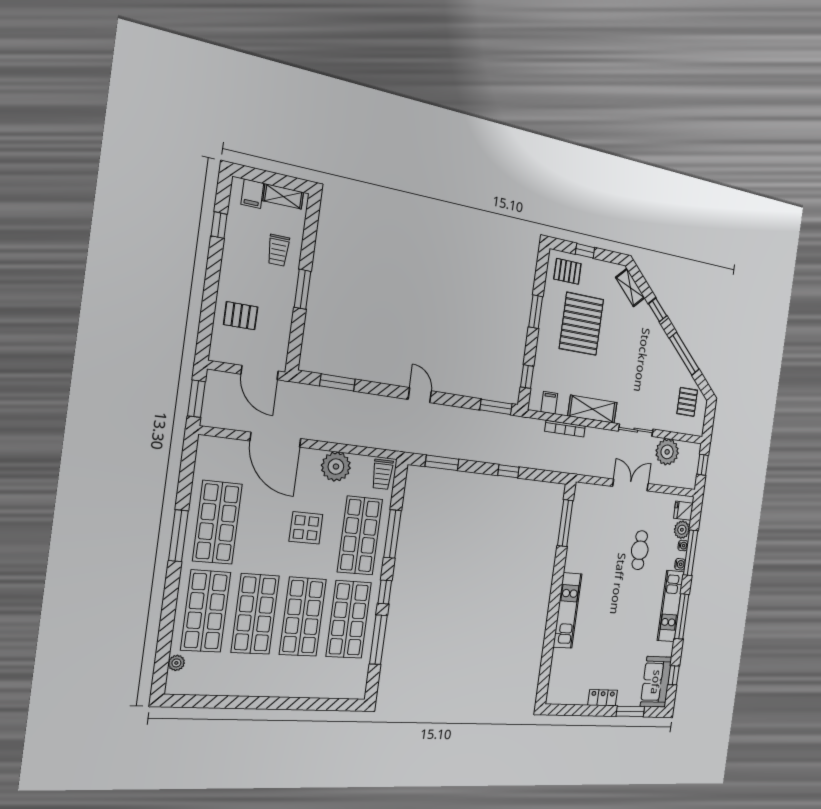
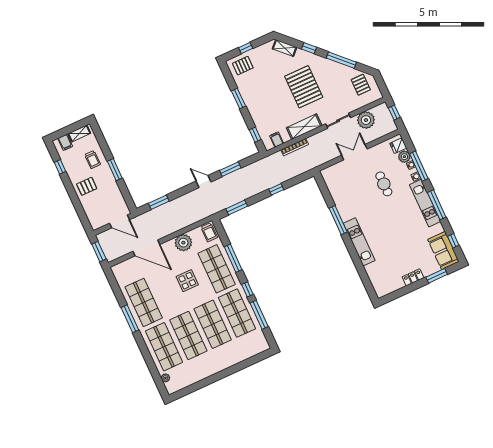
pallet: (241, 316) -> (87, 186), moved
pallet: (581, 324) -> (304, 87), moved
window: (496, 407) -> (230, 169), moved
window: (565, 523) -> (338, 220), moved

